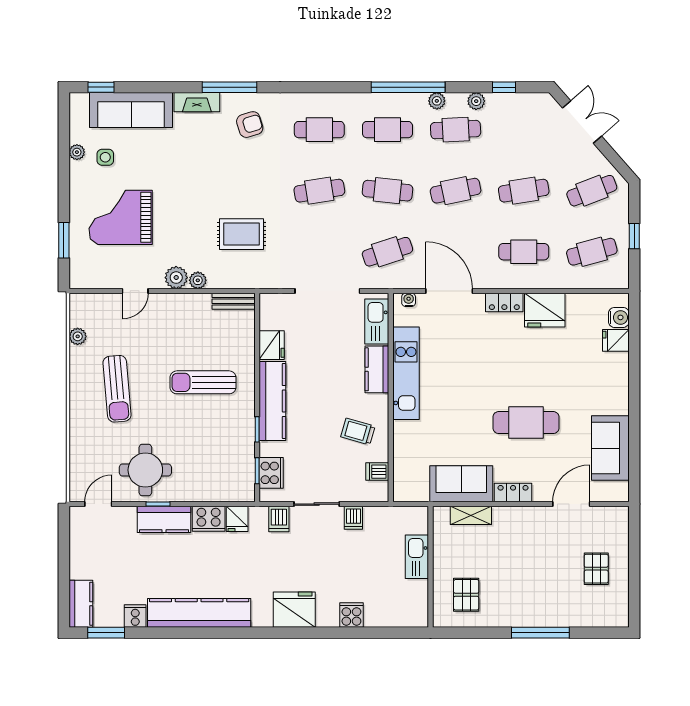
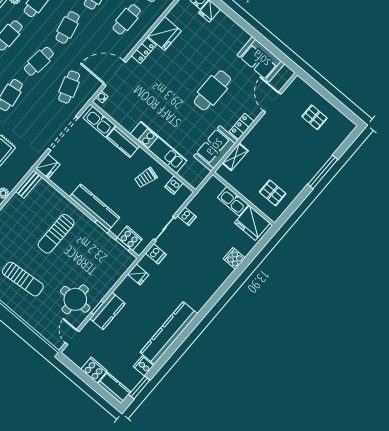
fridge: (272, 345) -> (48, 166), moved, turned 90
kitchen unit: (406, 373) -> (159, 147), moved
cooker: (209, 519) -> (94, 370), moved, turned -90
fridge: (294, 610) -> (252, 223), moved, turned -90

